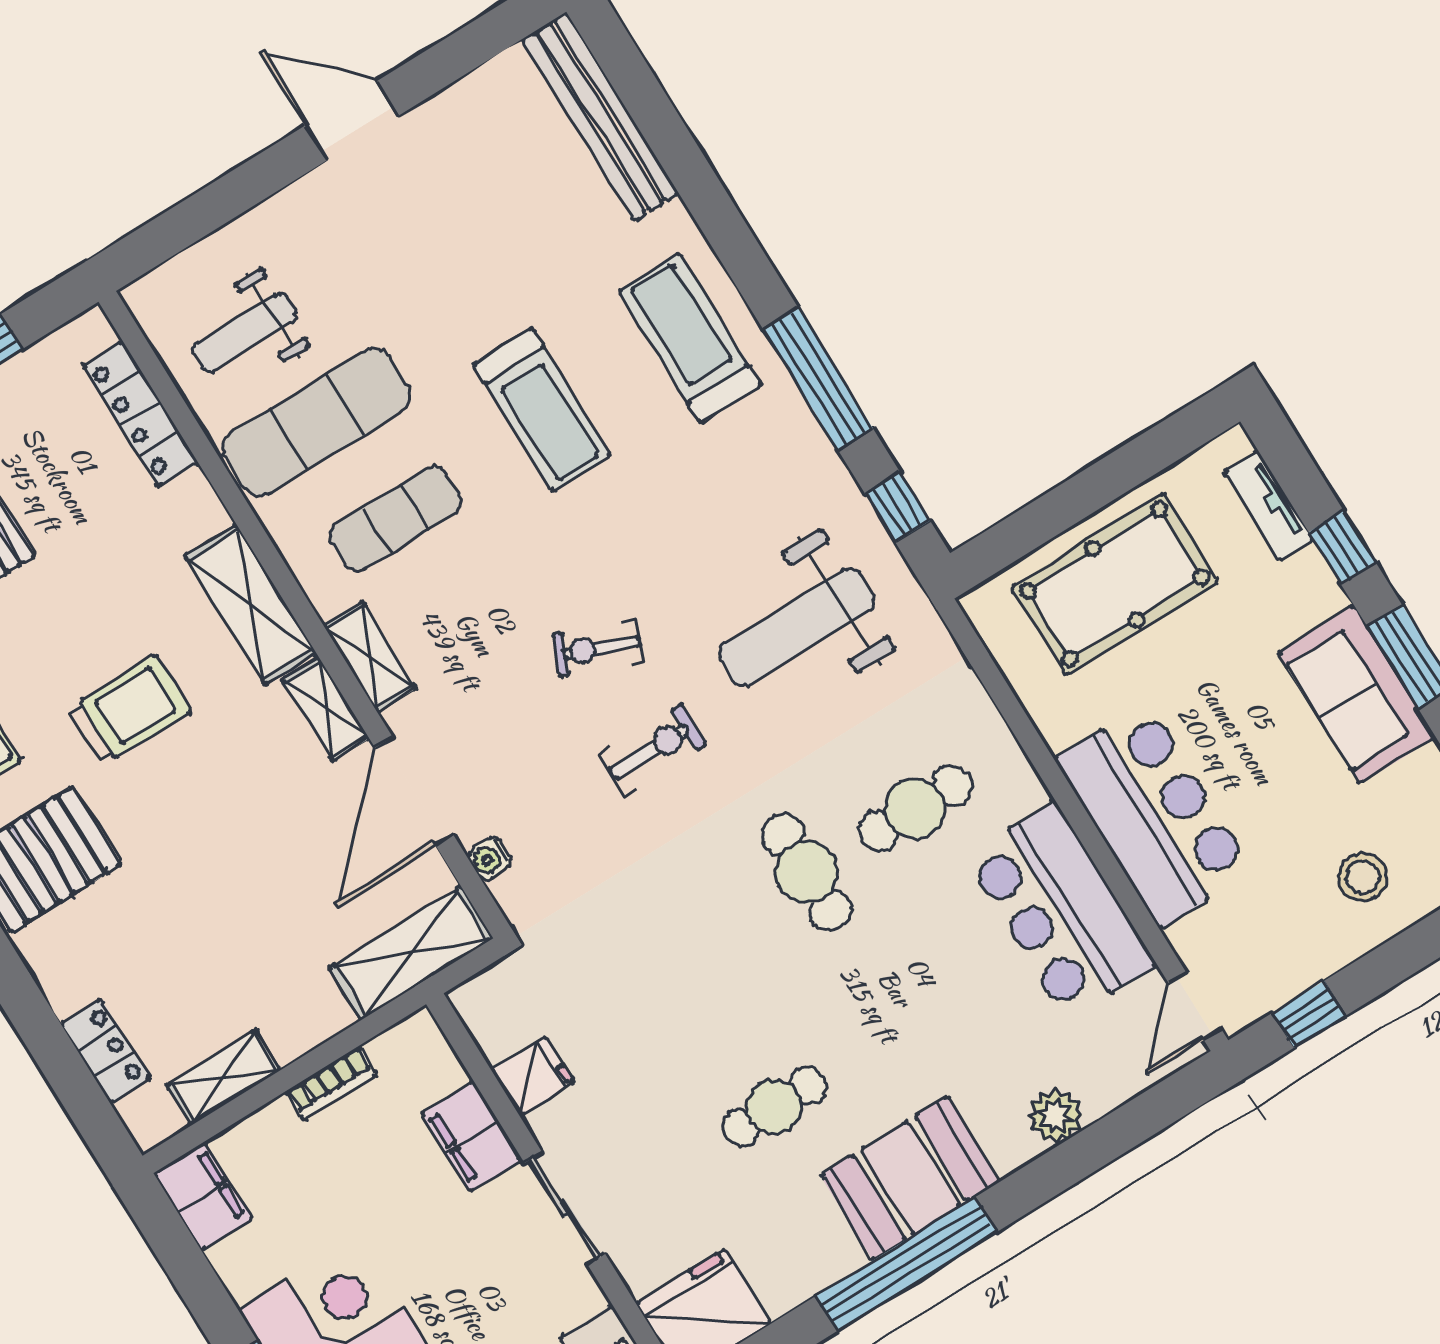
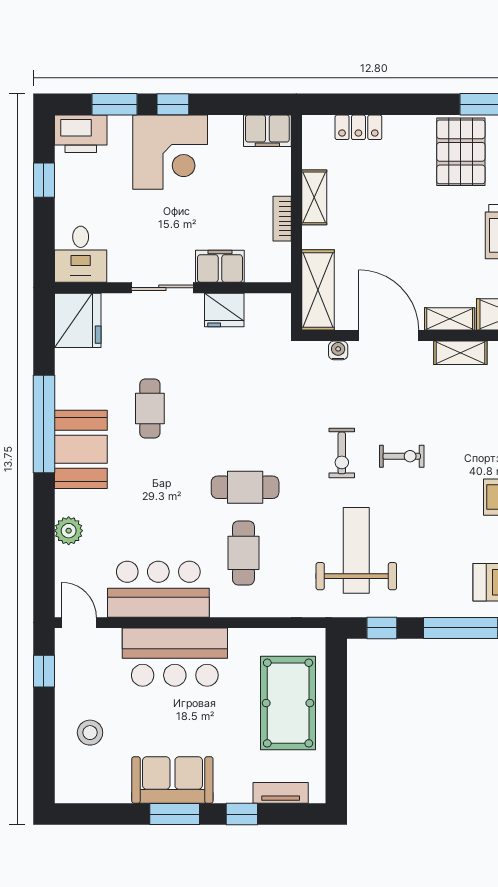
exercise bike: (598, 648) -> (402, 456), turned 68
fridge: (533, 1076) -> (224, 310), width x1.38
shelving: (224, 1078) -> (314, 197), moved

